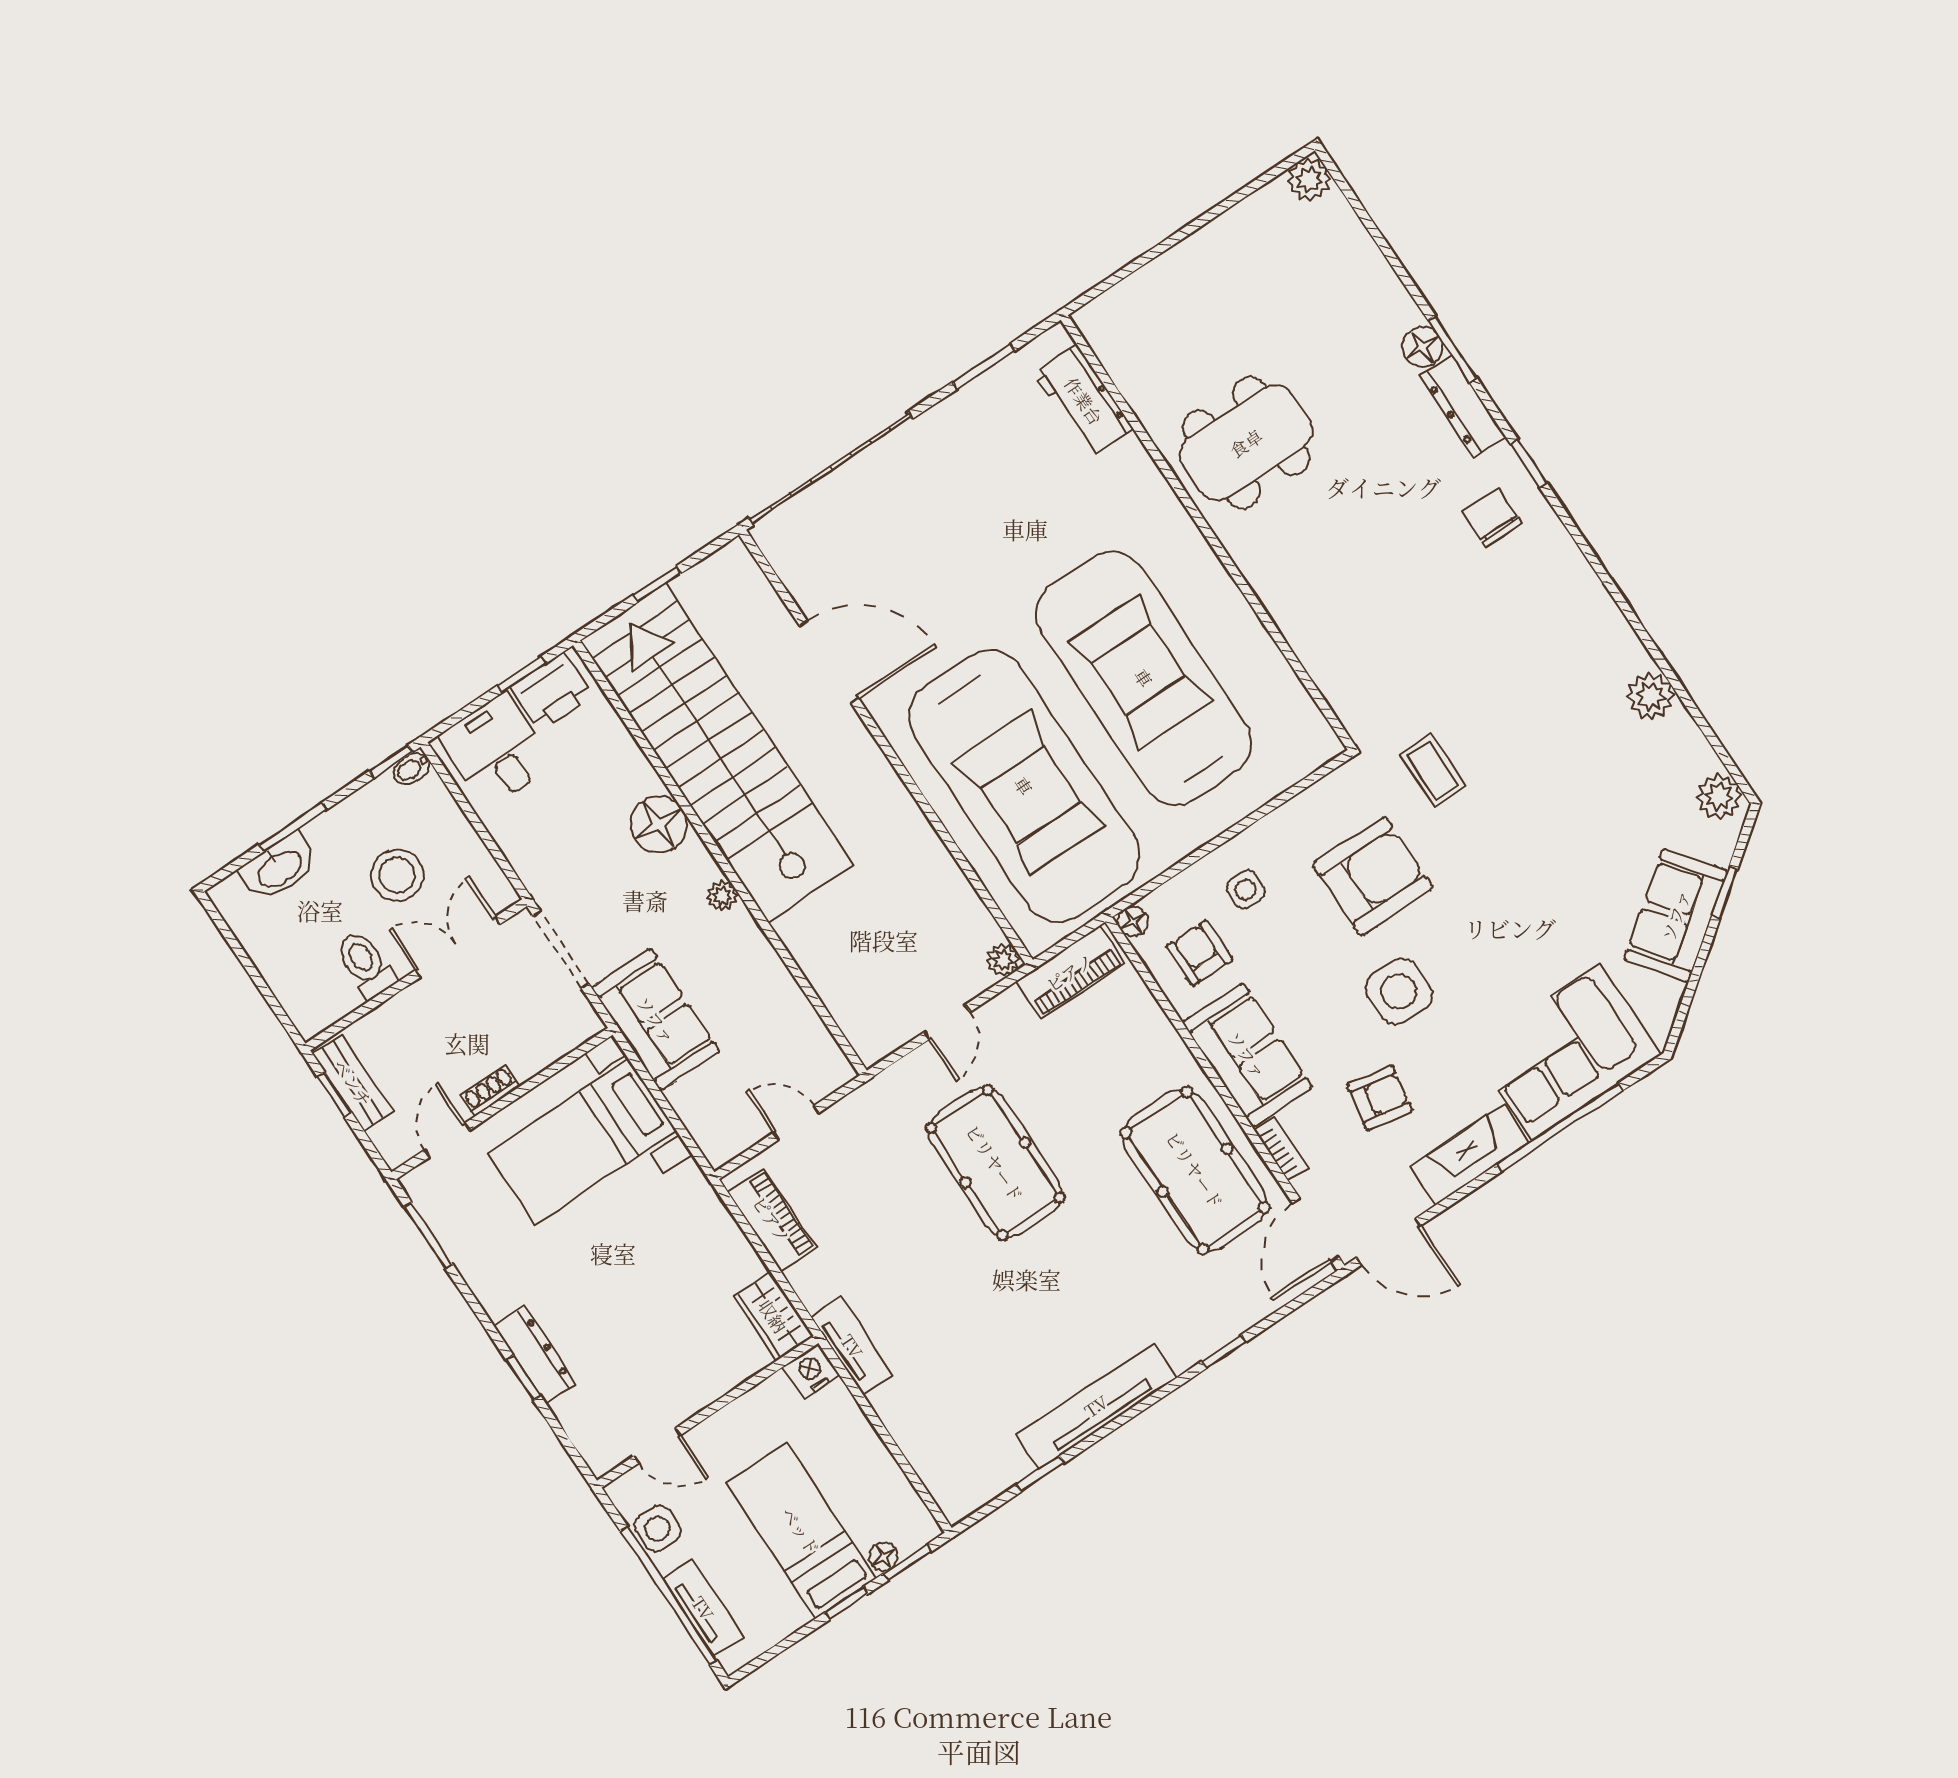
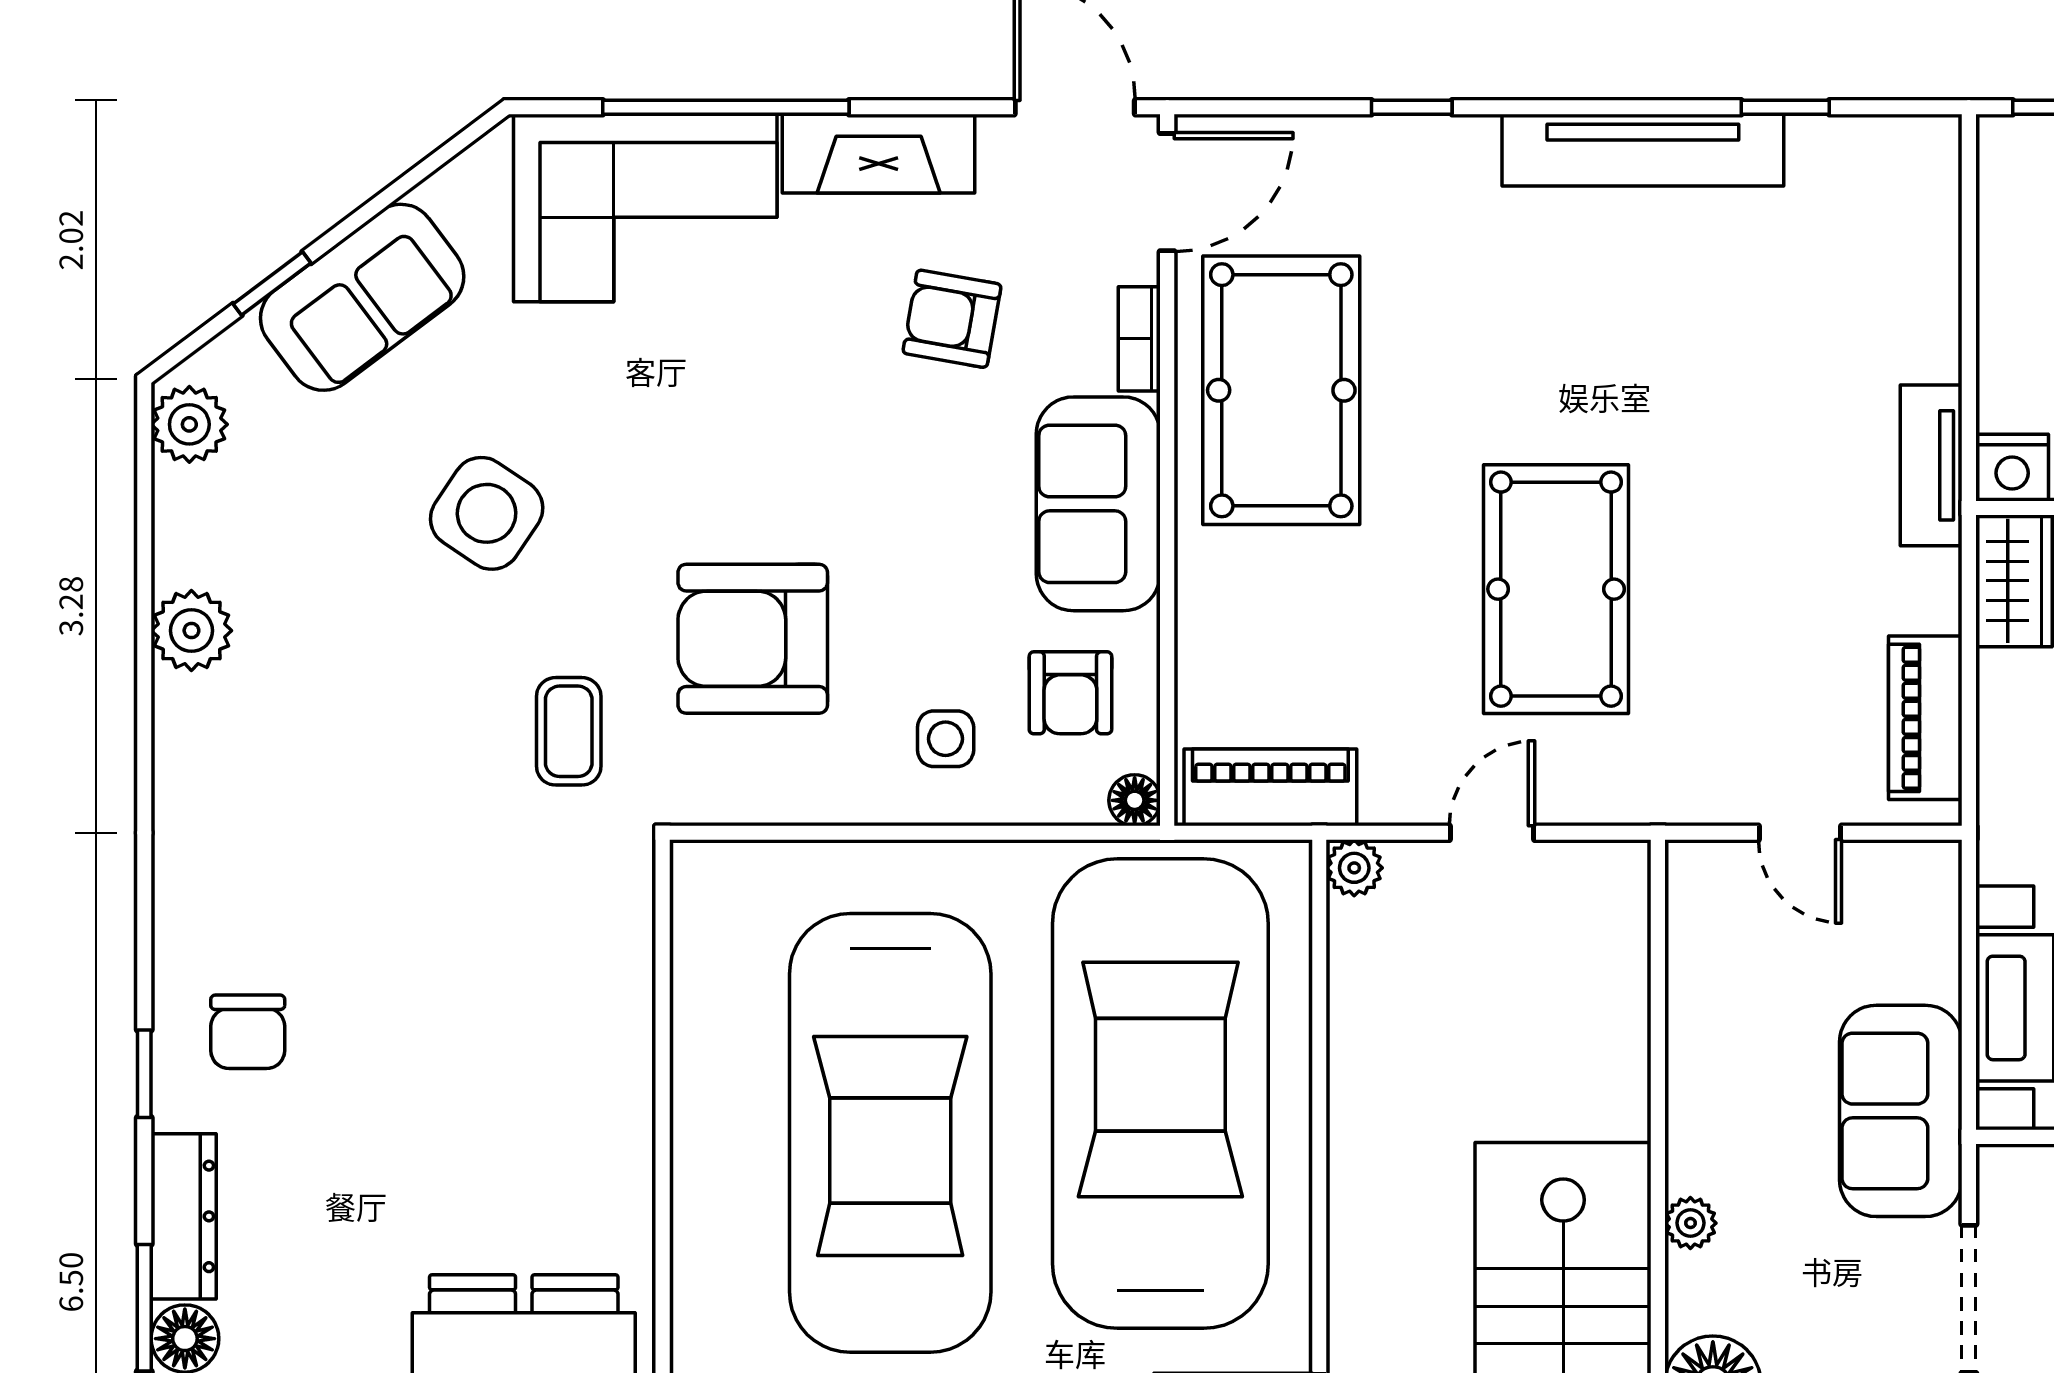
side table: (1399, 991) -> (487, 513), moved, turned 34

